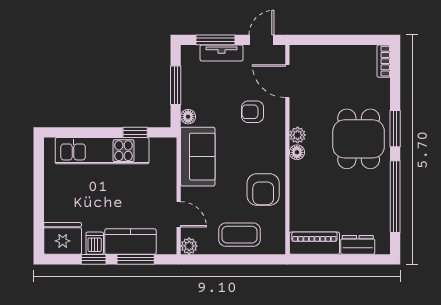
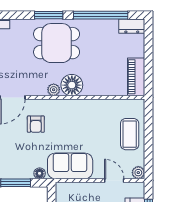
floor lamp: (297, 152) -> (72, 85), width x1.89, depth x1.89
armchair: (263, 190) -> (95, 116), removed
door: (179, 214) -> (114, 180), hinge flipped
dresser: (358, 245) -> (132, 26), moved, turned -90

